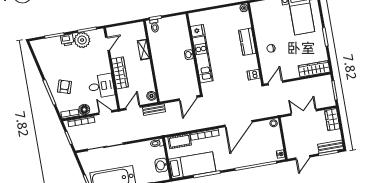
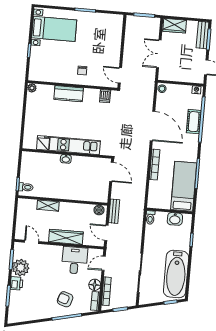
wardrobe: (314, 69) -> (116, 31), removed
cot: (180, 141) -> (194, 122), moved

